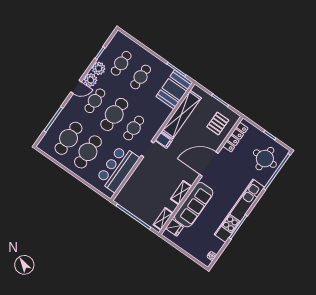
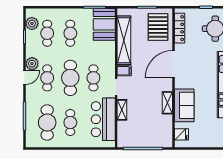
plant: (99, 68) -> (32, 23), moved
pallet: (218, 124) -> (158, 27), width x1.50, depth x1.42
cafe table: (88, 152) -> (70, 122), width x0.73, depth x0.74
sofa: (194, 205) -> (184, 105), width x0.73
shelving: (163, 219) -> (122, 110), moved

